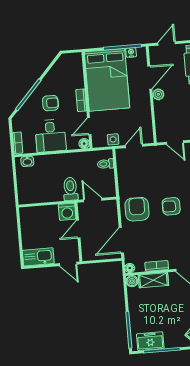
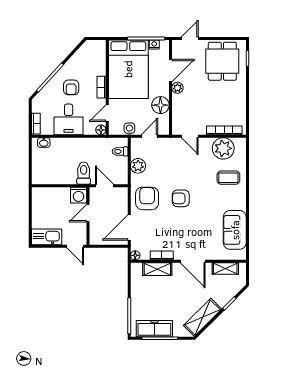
armchair: (50, 103) -> (71, 87), turned 90
floor lamp: (143, 113) -> (160, 105), added
plant: (125, 177) -> (138, 166), added
boiler: (132, 281) -> (136, 268), removed
freezer: (150, 341) -> (154, 329), width x1.40

